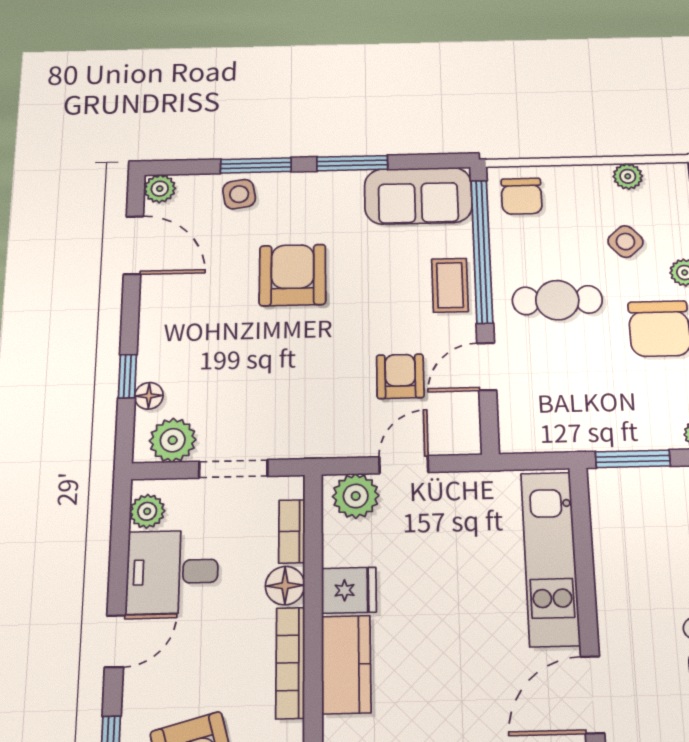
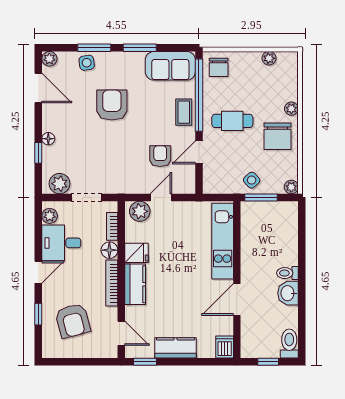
side table: (625, 242) -> (252, 180), moved
floor lamp: (149, 396) -> (48, 139), moved

